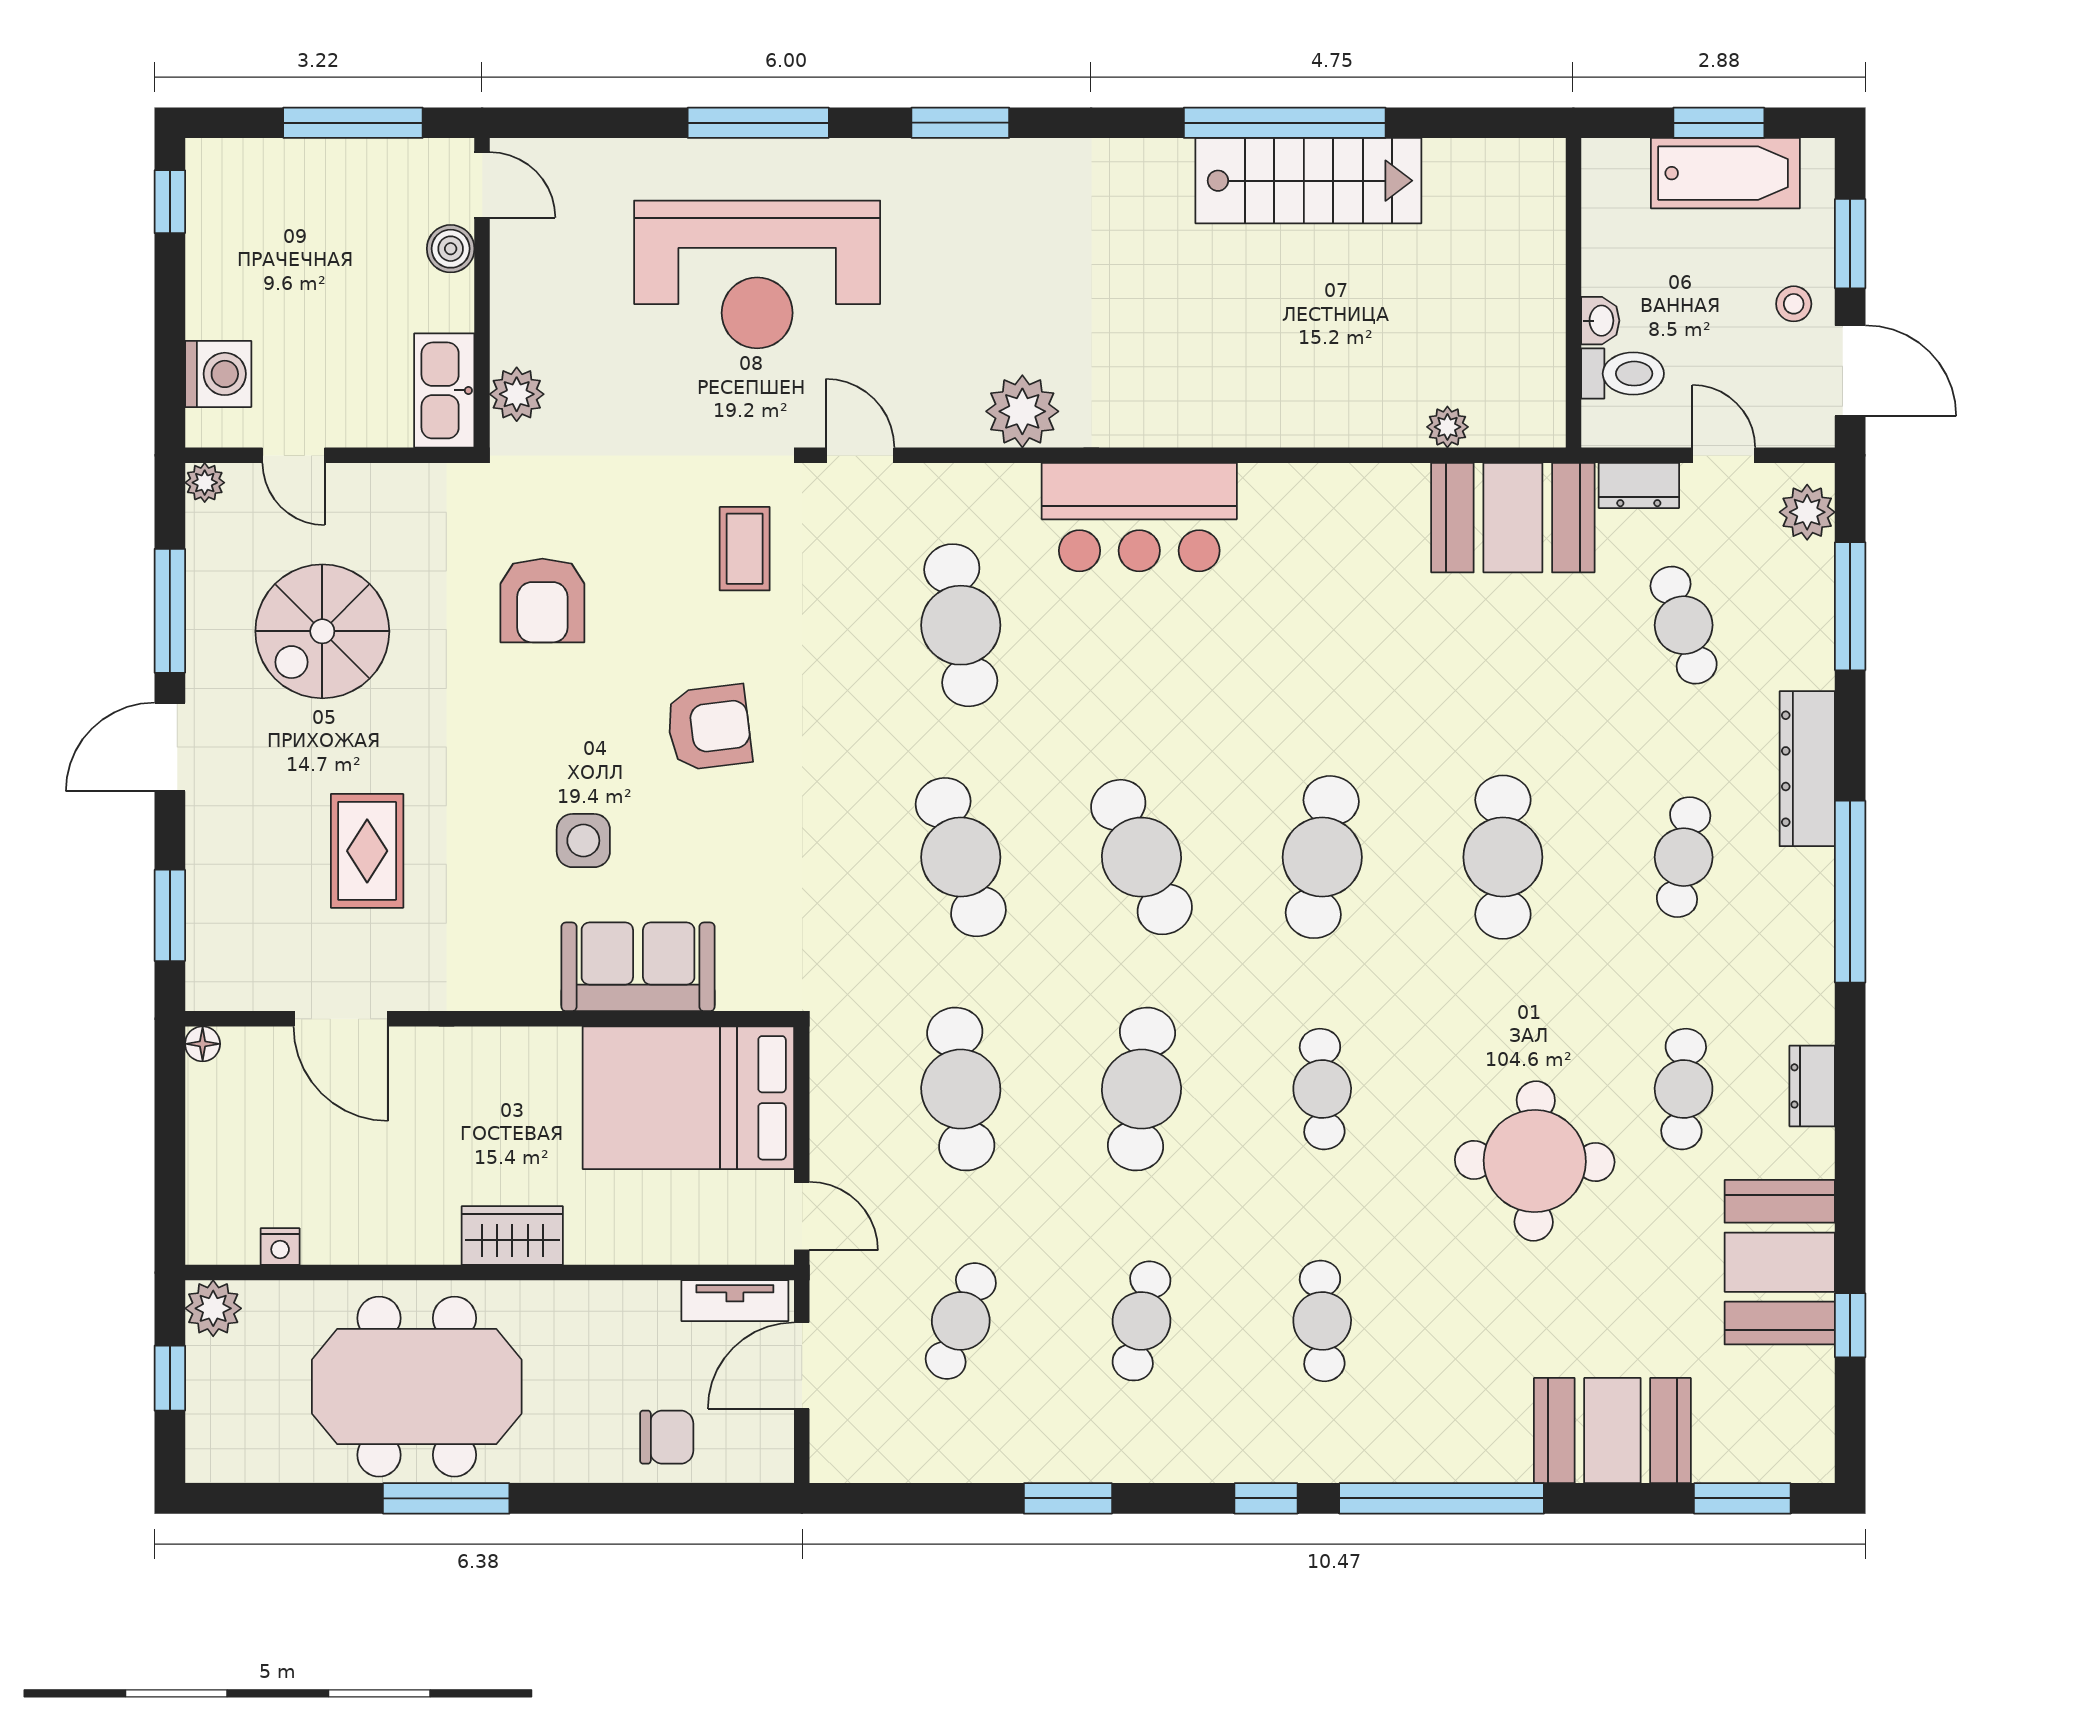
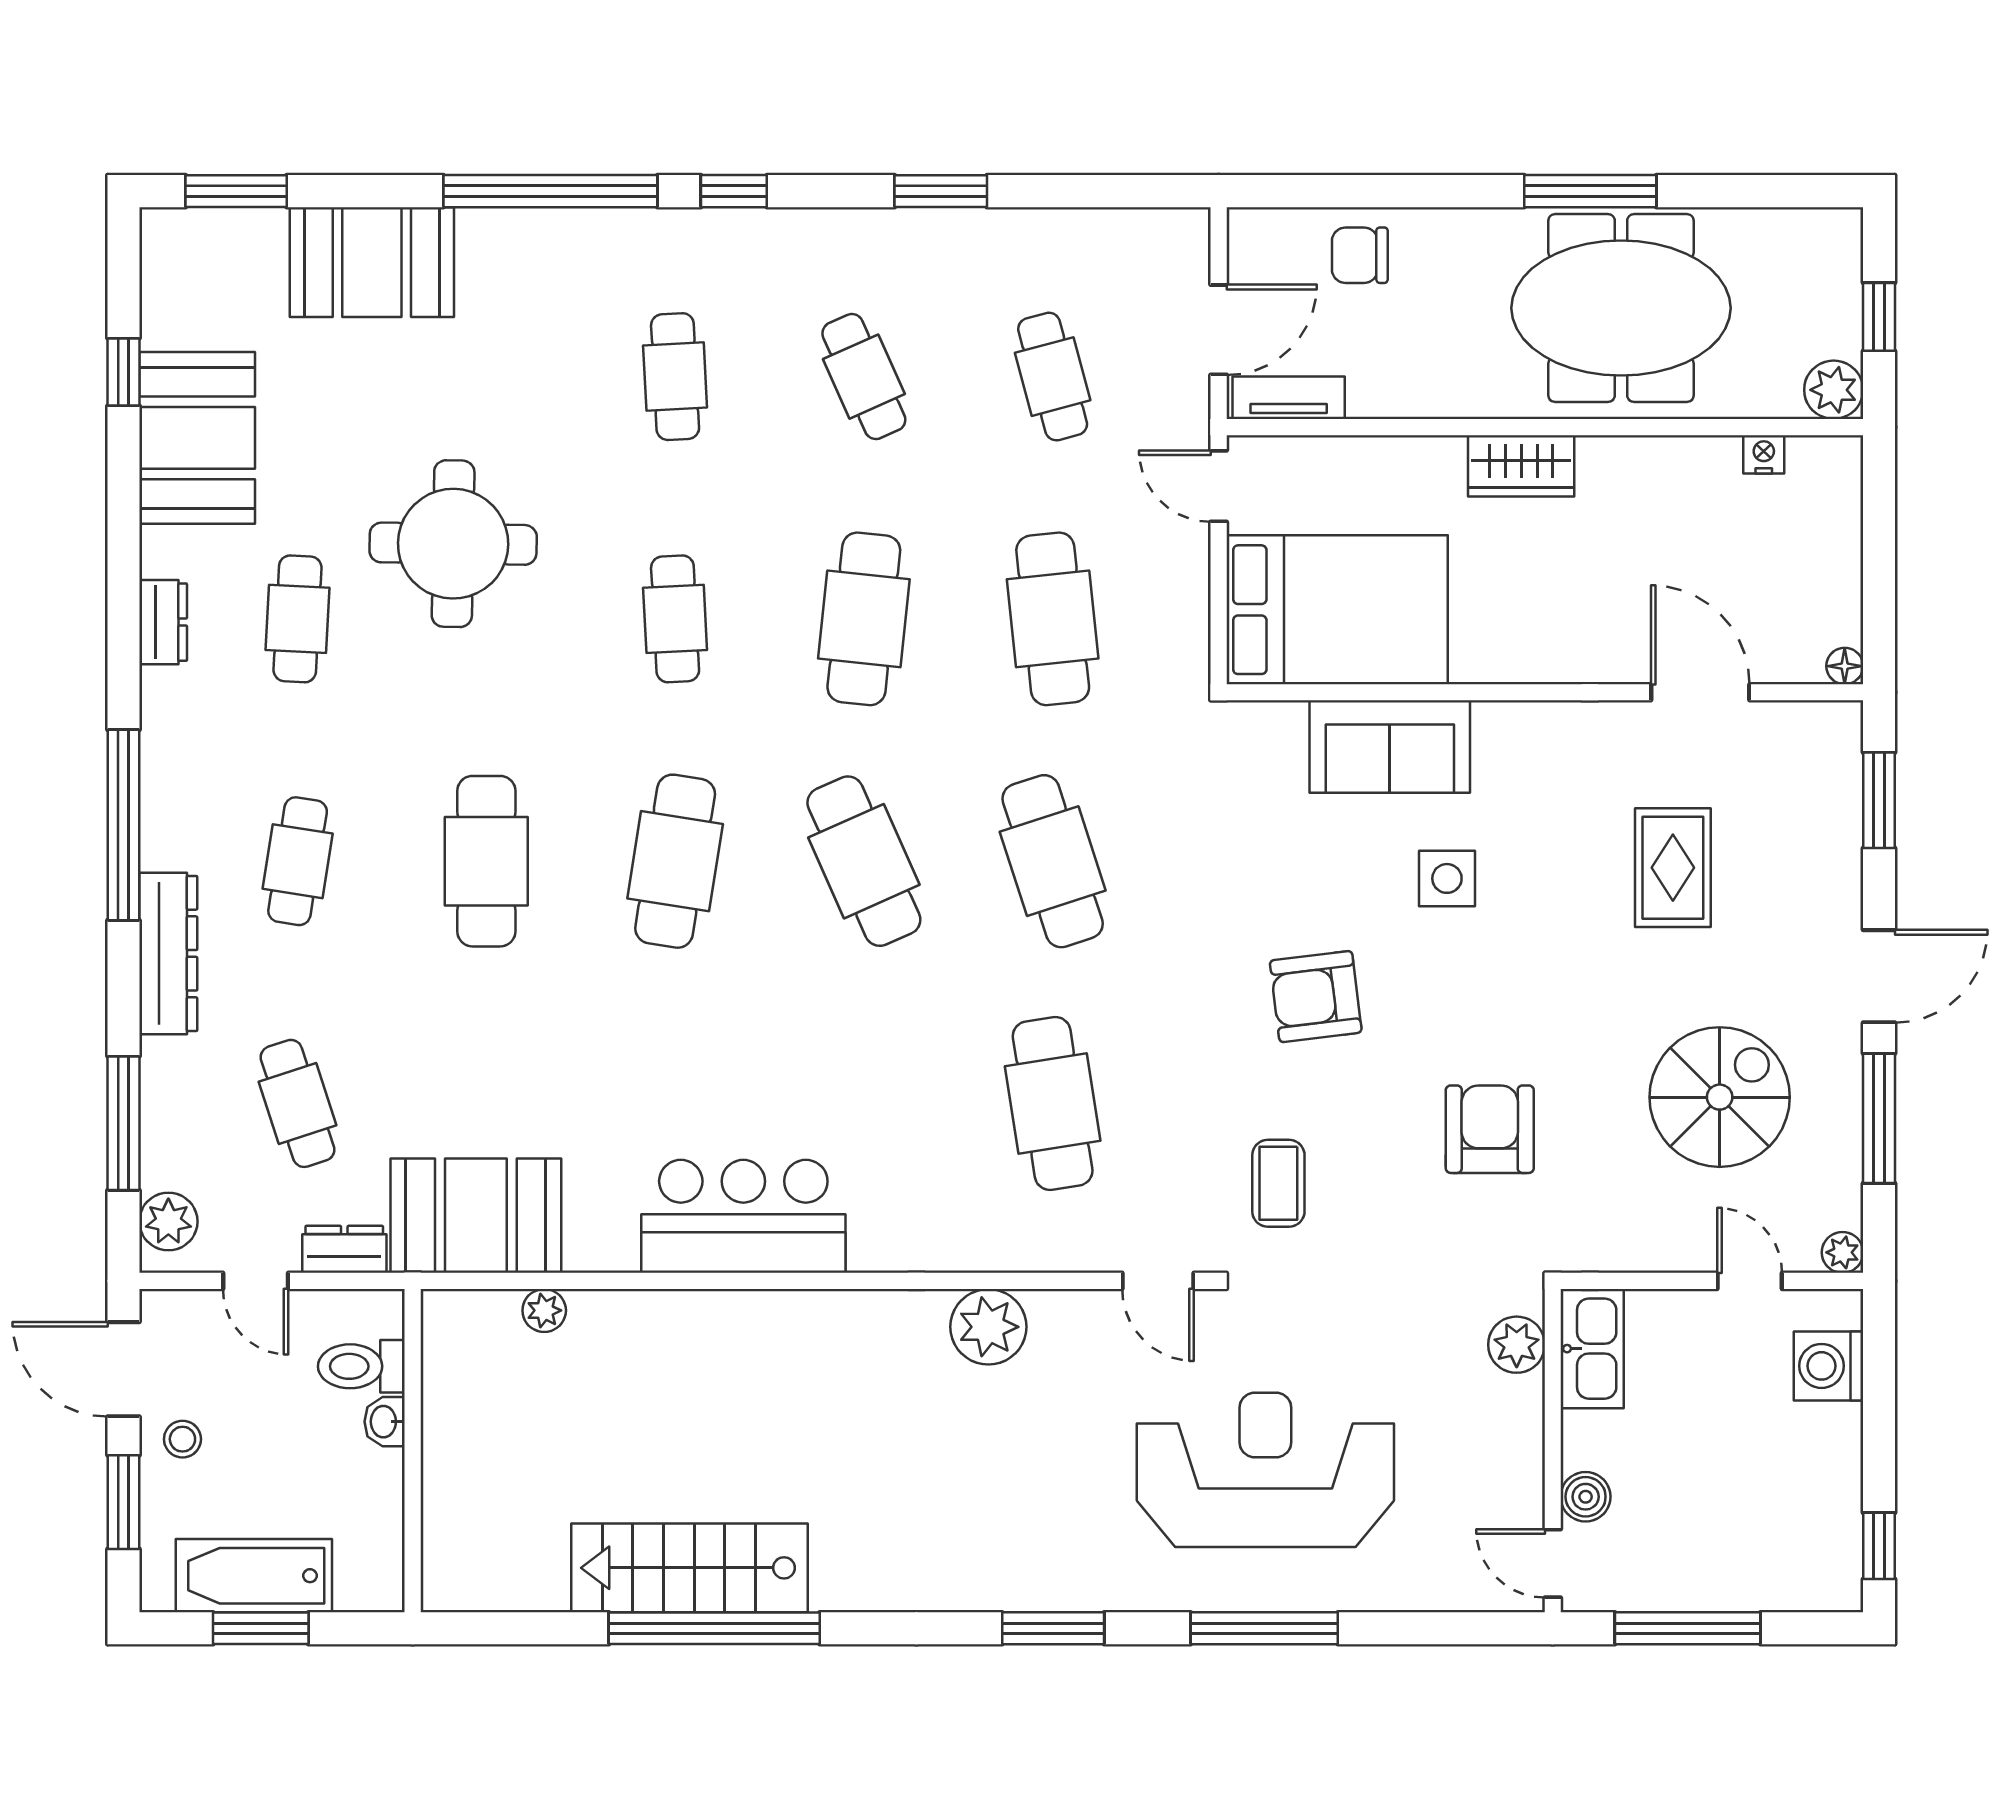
bar counter: (1139, 517) -> (743, 1216), moved
cafe table: (961, 1321) -> (1053, 377), turned -36
cafe table: (1141, 1321) -> (864, 377), turned -36

